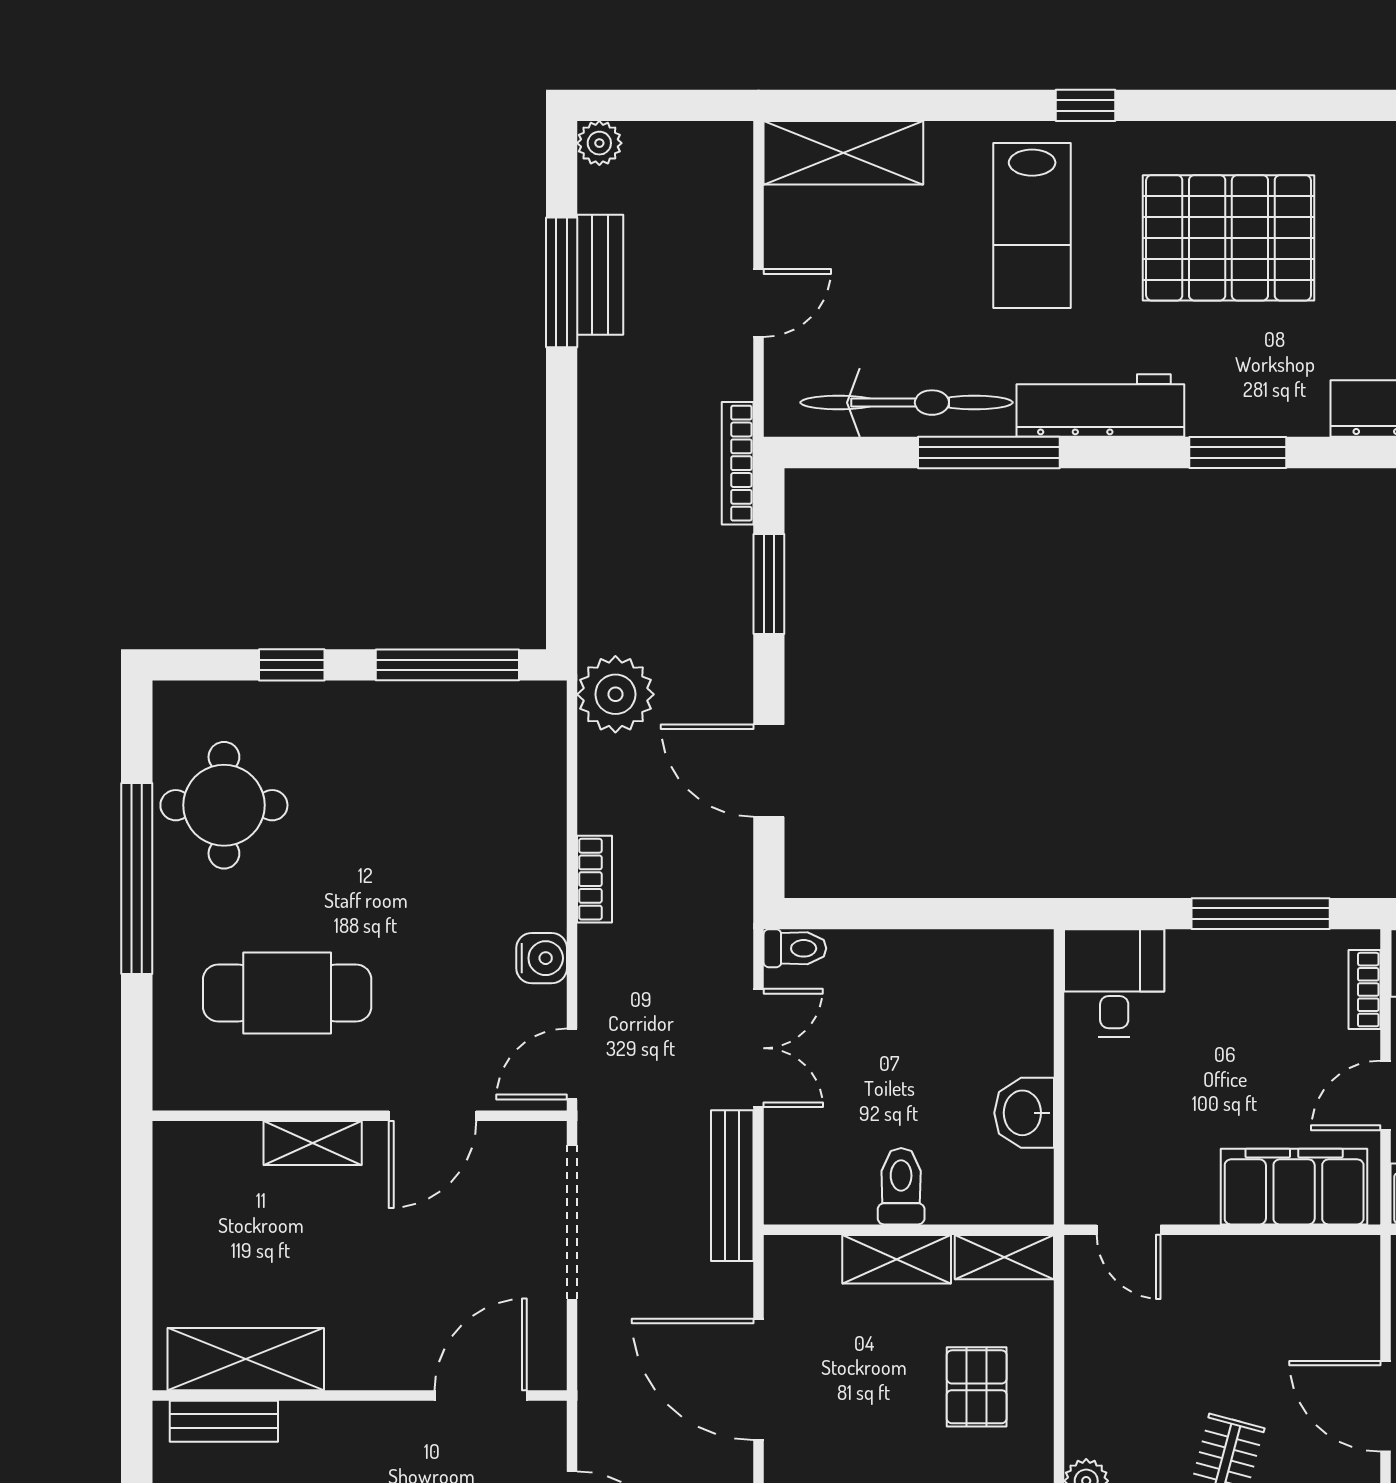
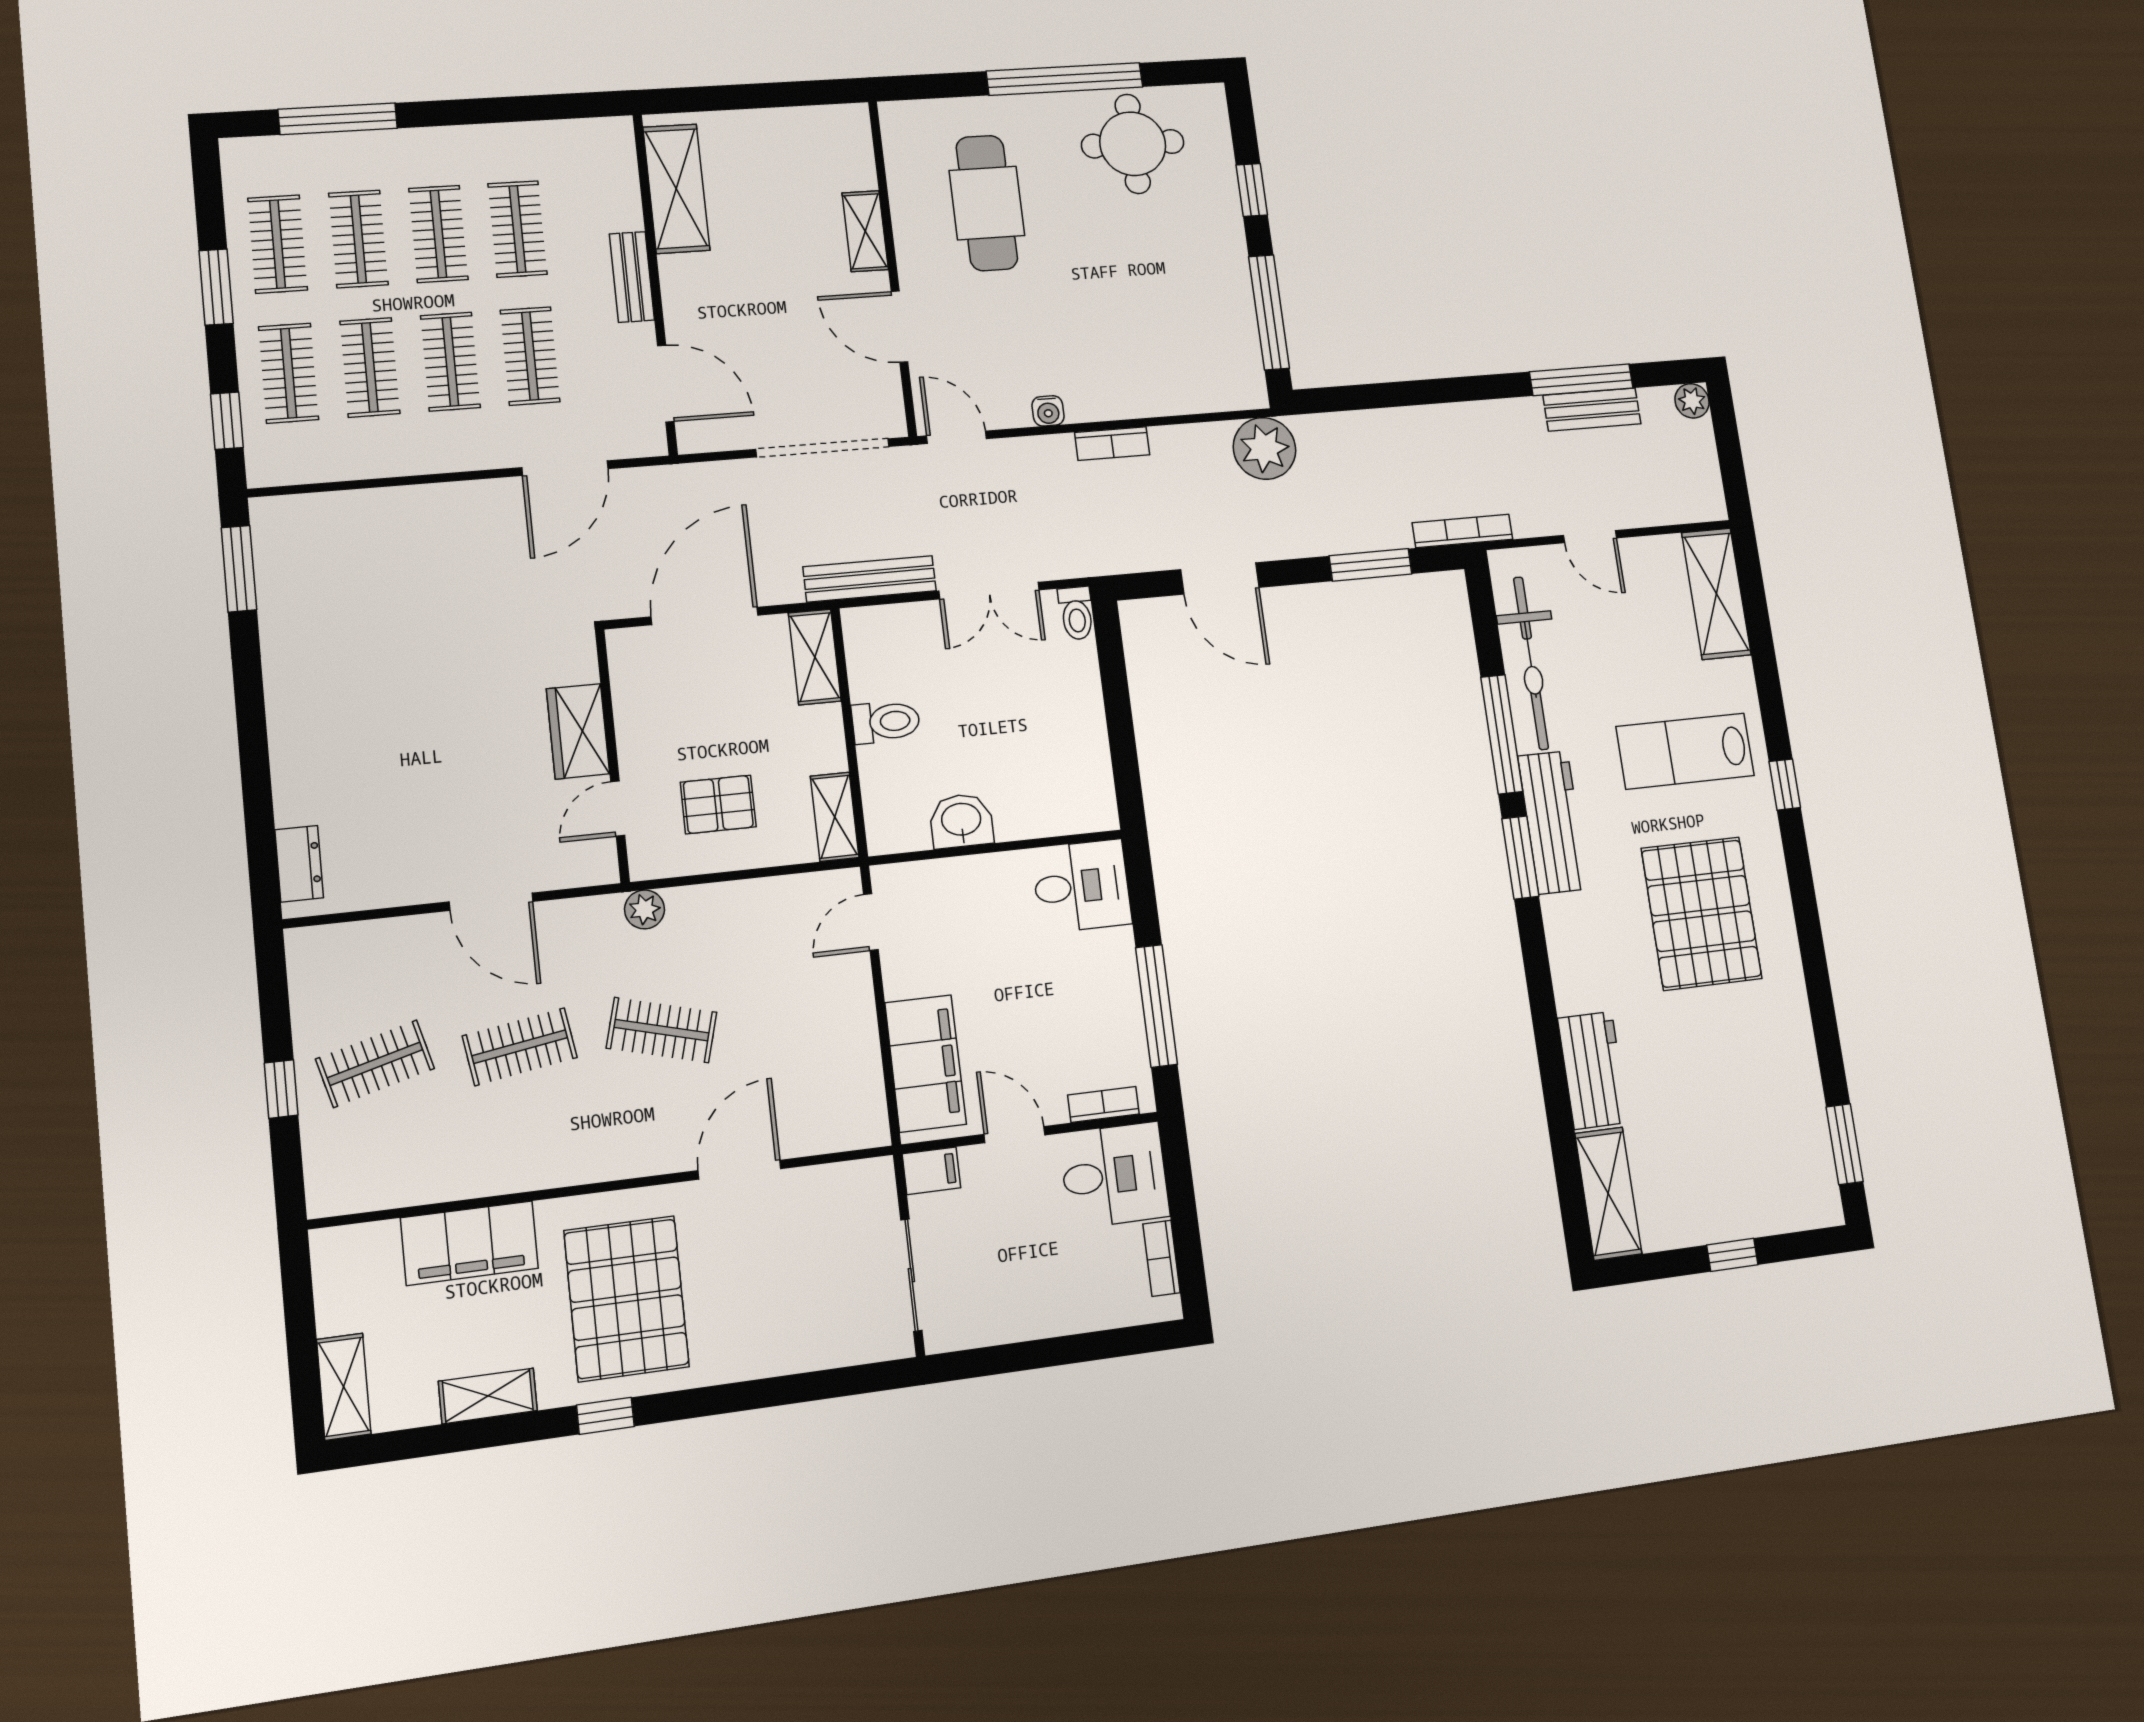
window: (1238, 452) -> (1520, 858), moved
door: (769, 771) -> (1220, 578), swing flipped
water cooler: (542, 958) -> (1048, 411), width x0.72, depth x0.72
shelving: (897, 1259) -> (815, 657), moved
bench: (224, 1421) -> (632, 277), moved

